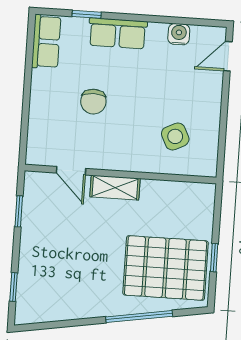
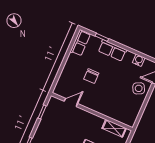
side table: (175, 136) -> (139, 88), moved
door: (71, 171) -> (71, 102), swing flipped
shelving: (115, 188) -> (114, 128), moved

